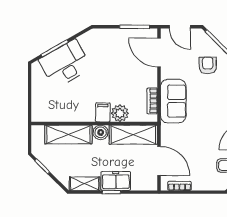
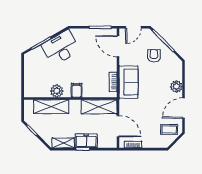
door: (180, 27) -> (133, 27), hinge flipped
desk: (65, 64) -> (61, 48), moved
plant: (120, 113) -> (57, 91), moved
boiler: (101, 132) -> (75, 105), removed

